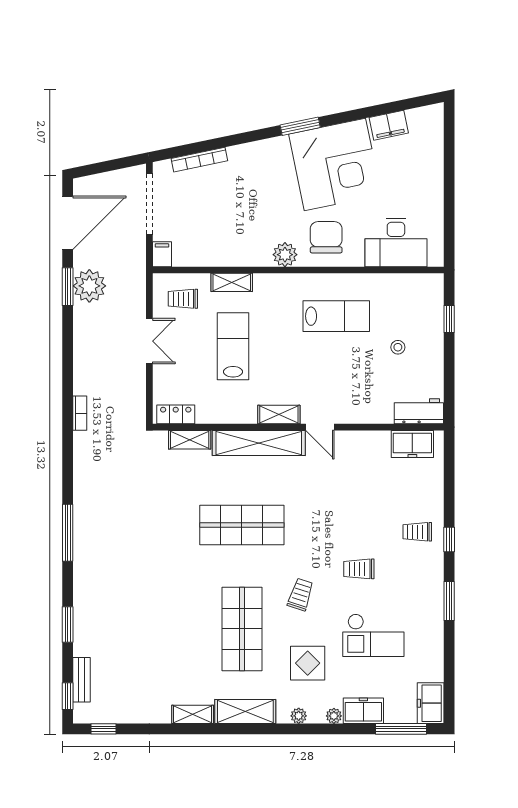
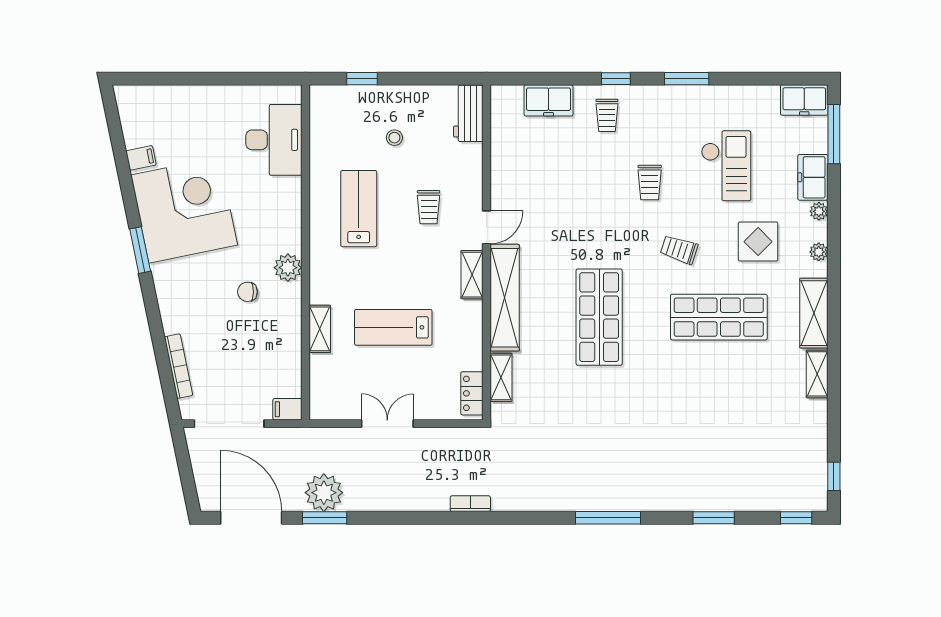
filing cabinet: (389, 125) -> (141, 158), width x0.50
chair: (326, 237) -> (247, 292), moved, width x0.54, depth x0.54
trolley: (183, 299) -> (429, 207), moved
freezer: (412, 444) -> (549, 100), moved, turned 90
bench: (81, 680) -> (777, 502), removed

